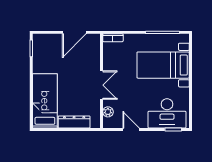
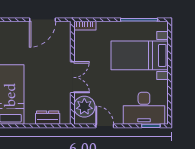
plant: (108, 112) -> (84, 107), width x1.88, depth x1.88
dresser: (74, 122) -> (48, 118), width x0.70

